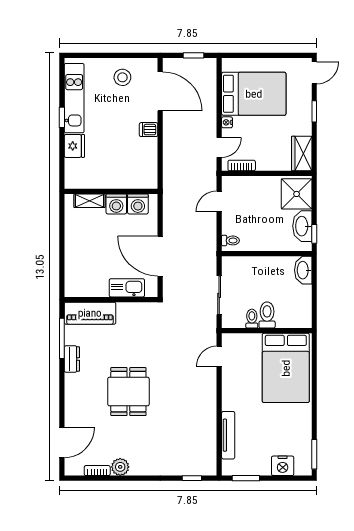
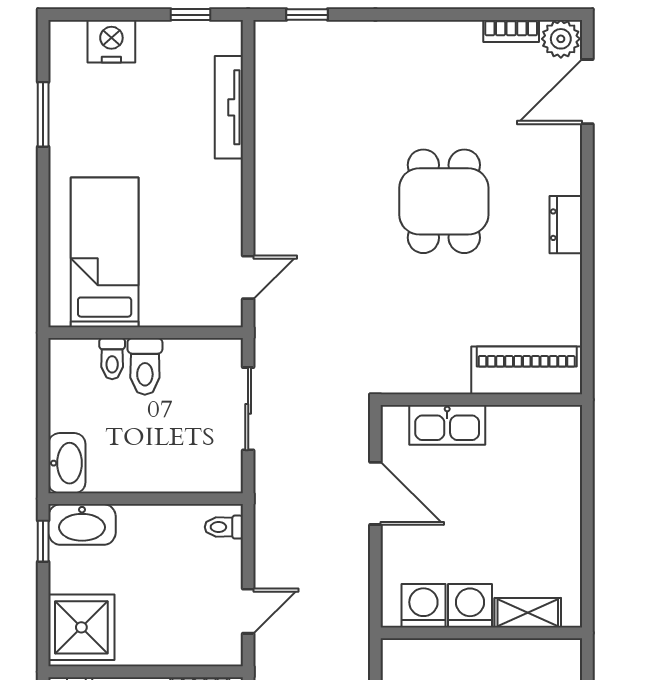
washbasin: (302, 226) -> (82, 524), moved, turned 90
door: (160, 256) -> (375, 493), width x0.73
toilet: (252, 319) -> (112, 359), moved
window: (62, 338) -> (587, 316), removed
dresser: (72, 359) -> (566, 225), moved
bed: (286, 368) -> (105, 252), width x0.67
window: (314, 454) -> (43, 114), moved
plant: (120, 467) -> (561, 39), moved
window: (246, 478) -> (191, 15), width x0.67

